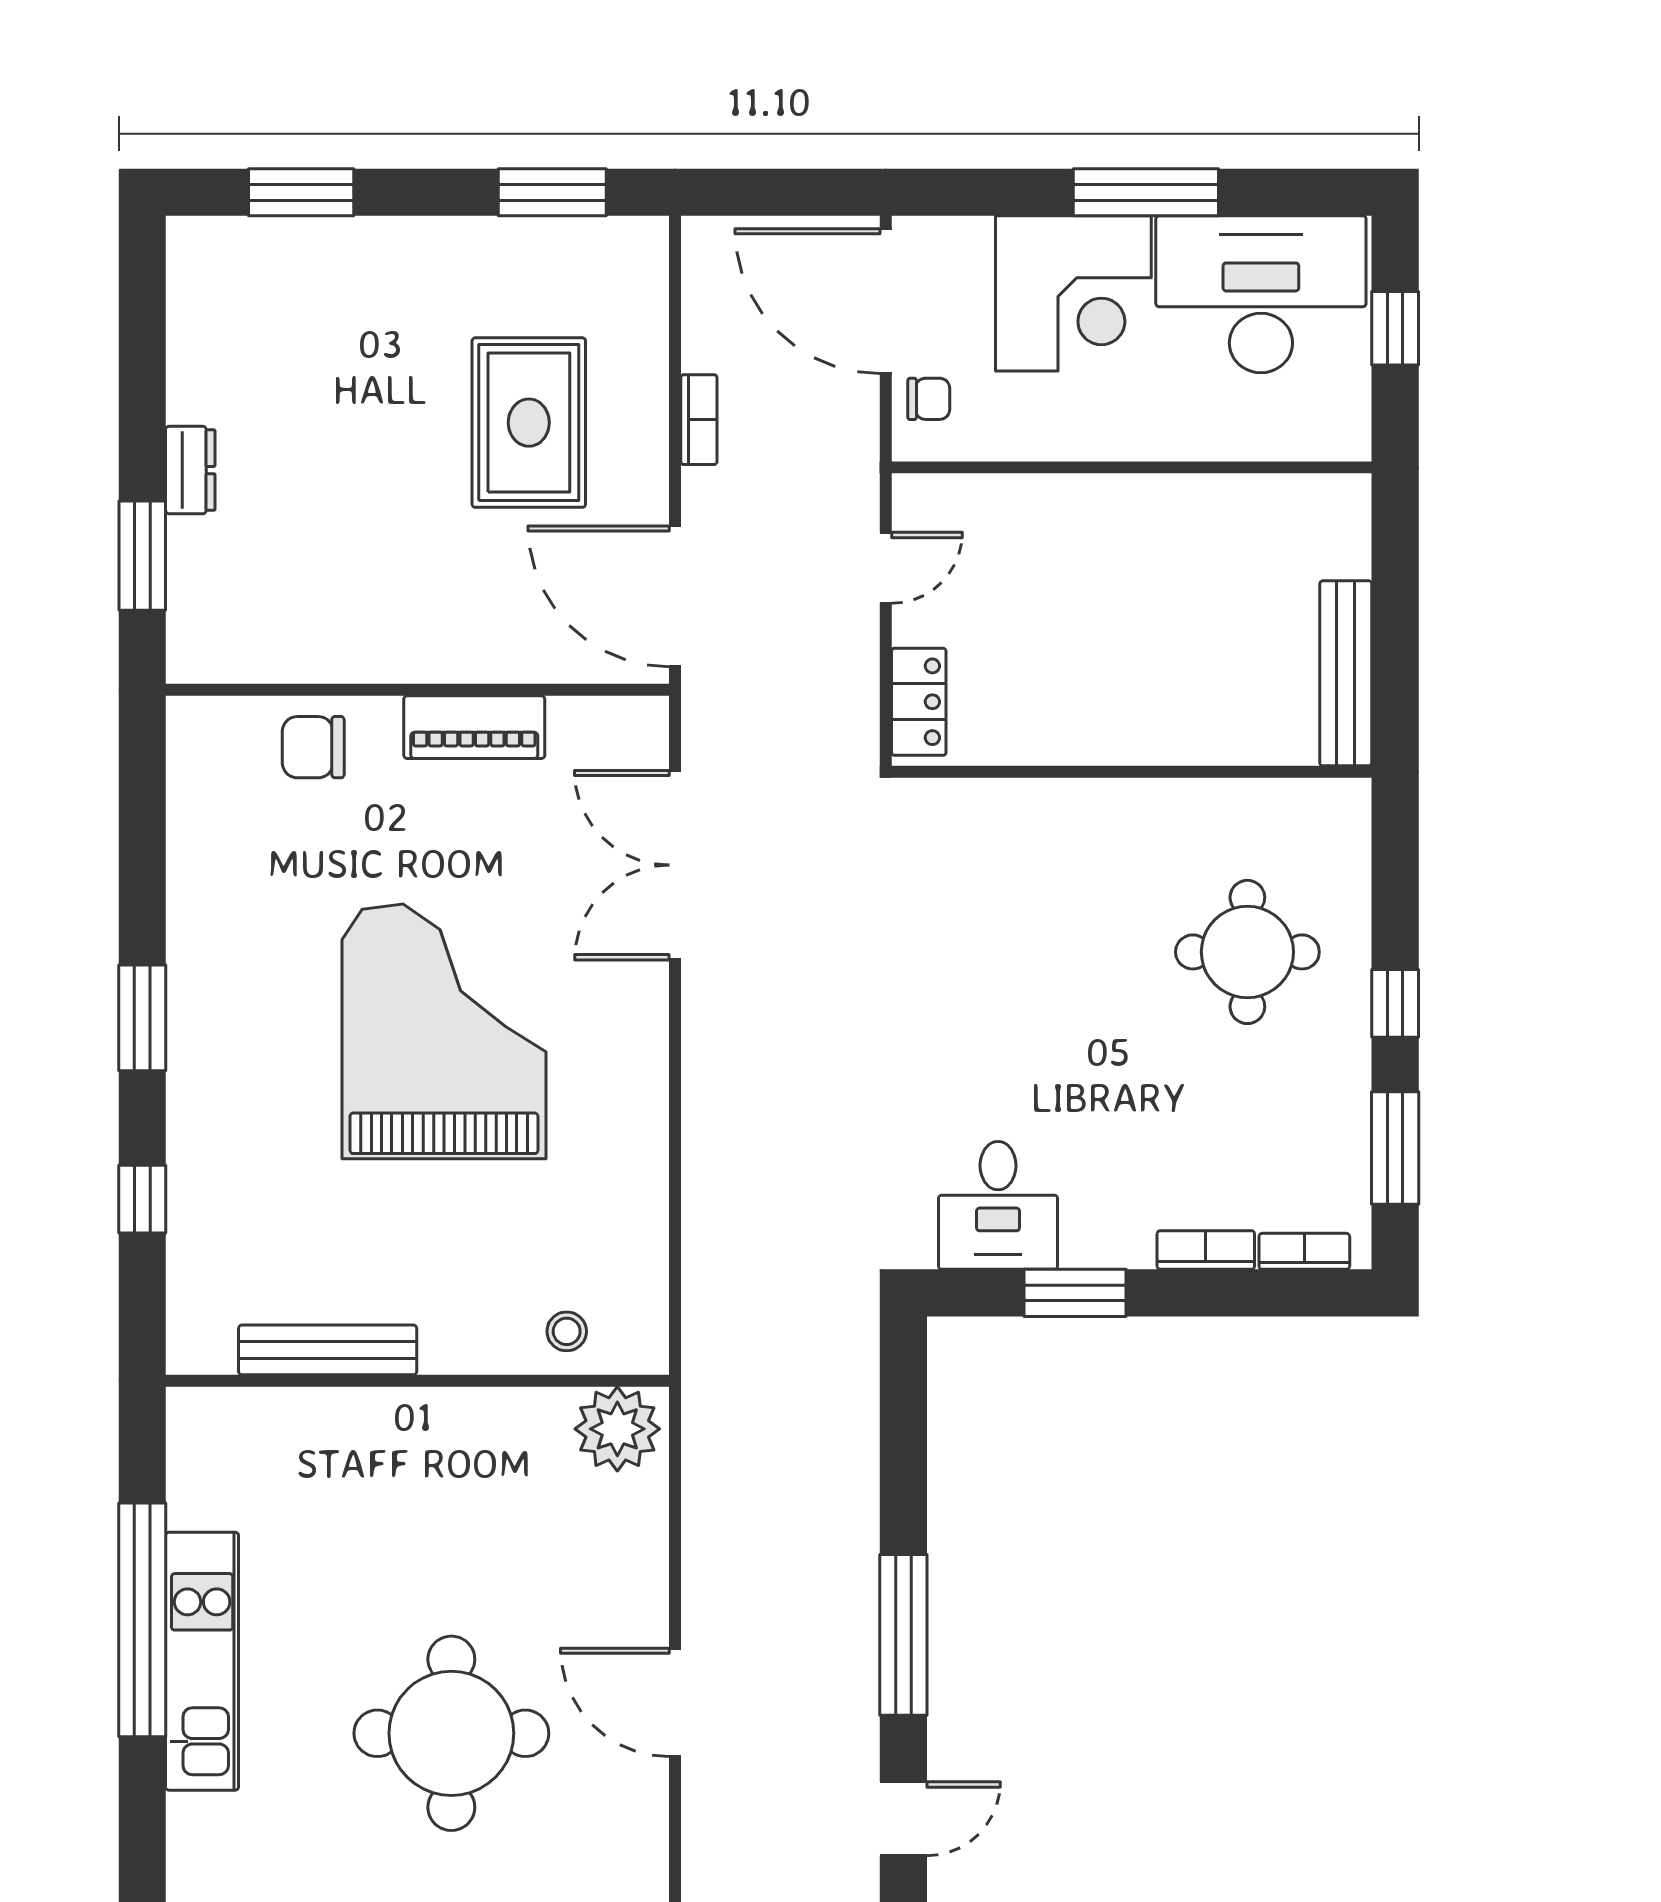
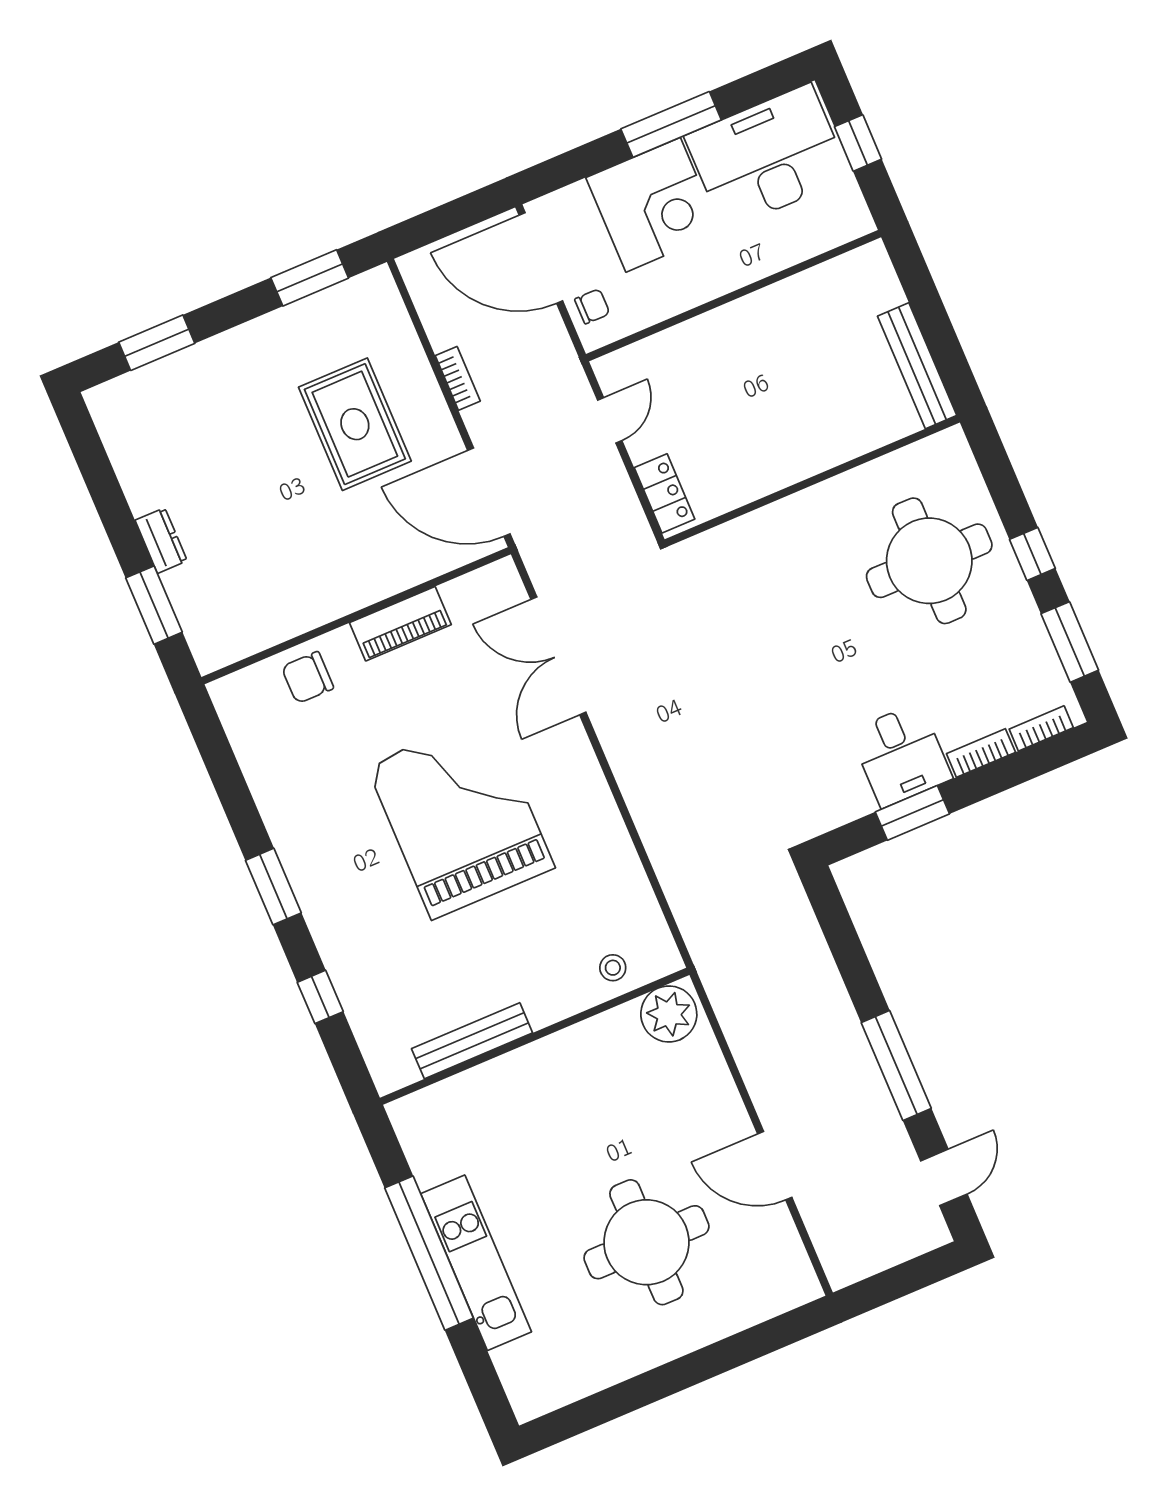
round table: (1247, 952) -> (929, 561), width x1.36, depth x1.36
desk: (998, 1205) -> (901, 755), moved

